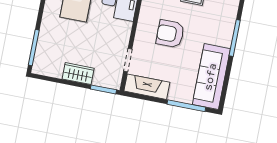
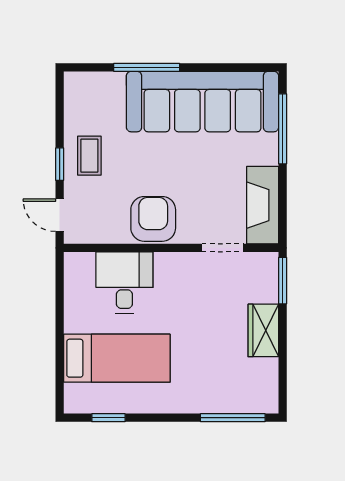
armchair: (170, 34) -> (153, 219), moved, turned 180
sofa: (211, 77) -> (202, 102), width x1.36, depth x1.27

